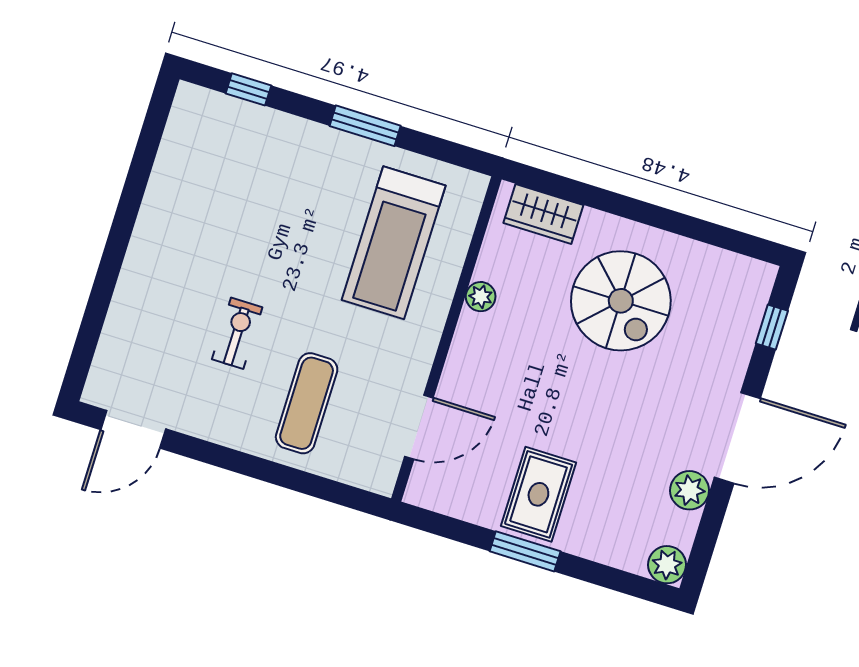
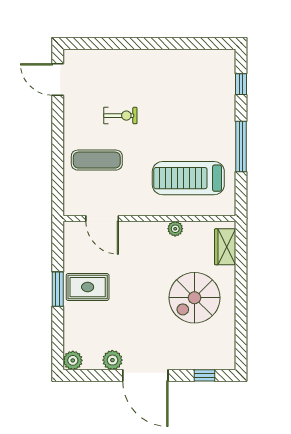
window: (365, 126) -> (241, 146), width x1.44

